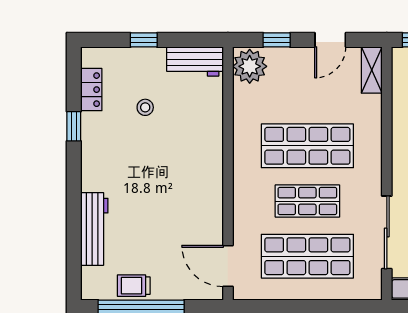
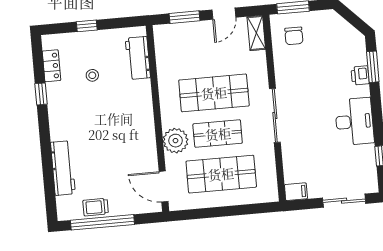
window: (277, 40) -> (184, 17), width x1.50
workbench: (195, 61) -> (138, 58), moved, turned 90
plant: (250, 66) -> (175, 141), moved
sliding door: (387, 232) -> (275, 115), moved

